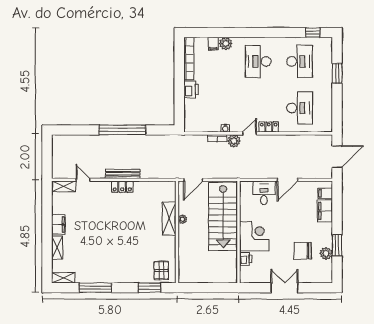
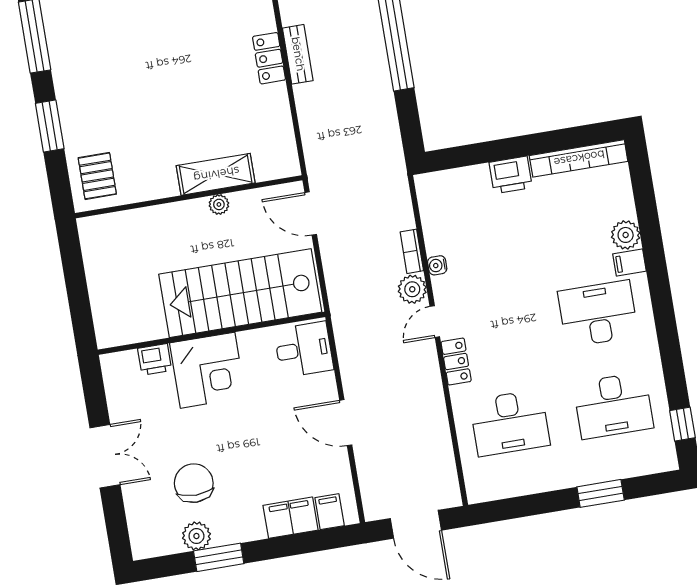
filing cabinet: (213, 44) -> (630, 263), moved
door: (250, 133) -> (435, 322), swing flipped
bench: (123, 174) -> (298, 54), width x0.73
desk: (264, 193) -> (304, 350), moved
pallet: (161, 270) -> (97, 176), turned 90
window: (149, 288) -> (50, 126), moved

